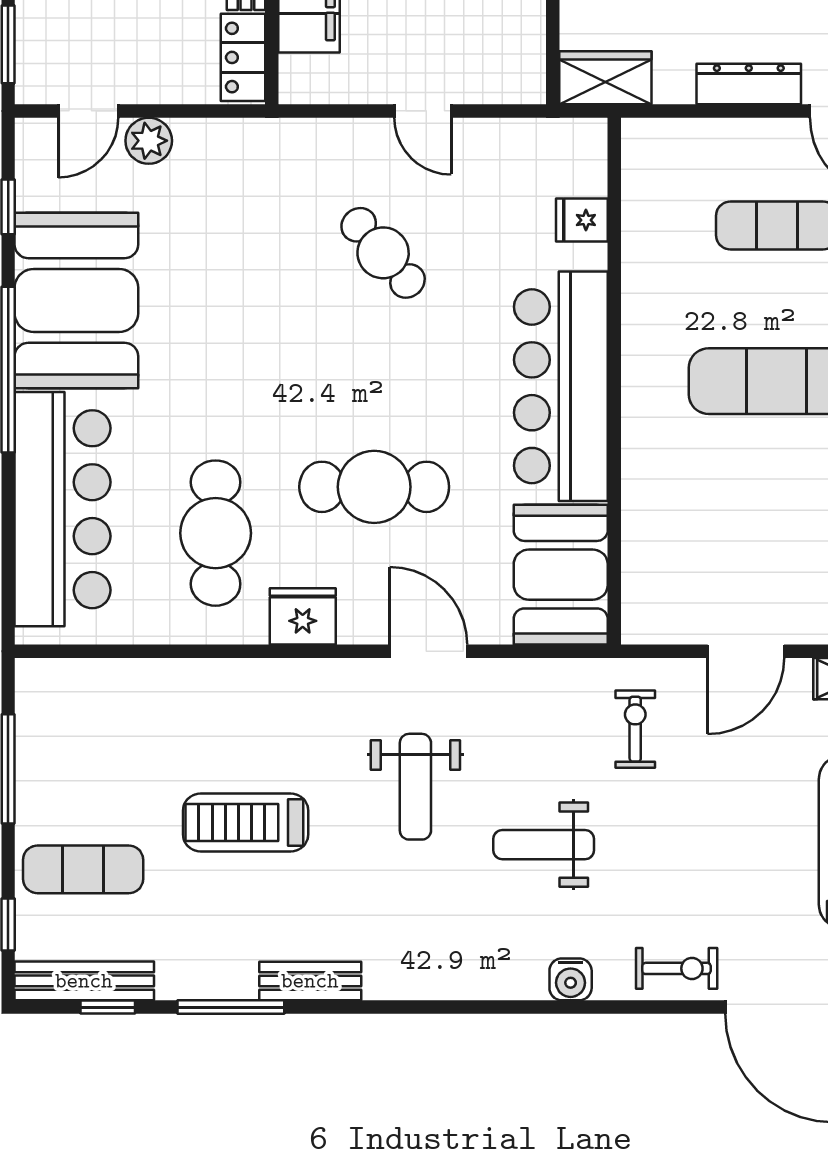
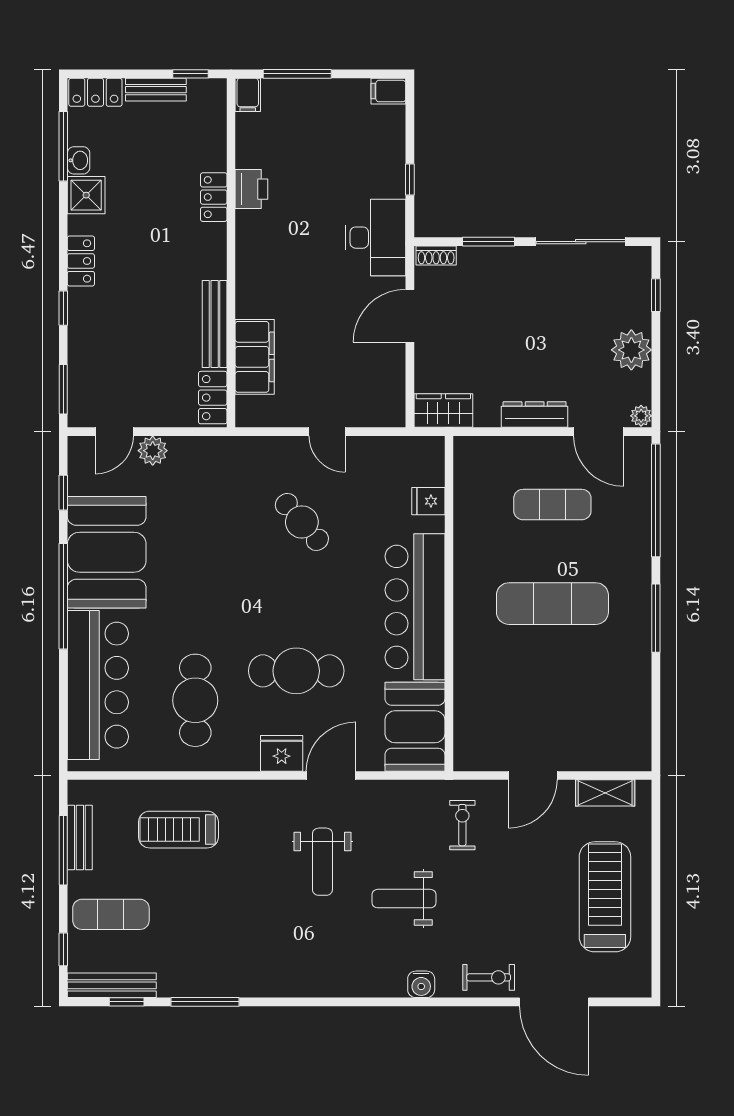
fridge: (303, 616) -> (282, 753), moved
door: (429, 651) -> (331, 775), hinge flipped
treadmill: (246, 822) -> (178, 830), moved
bench: (310, 981) -> (80, 838), moved, turned 90

